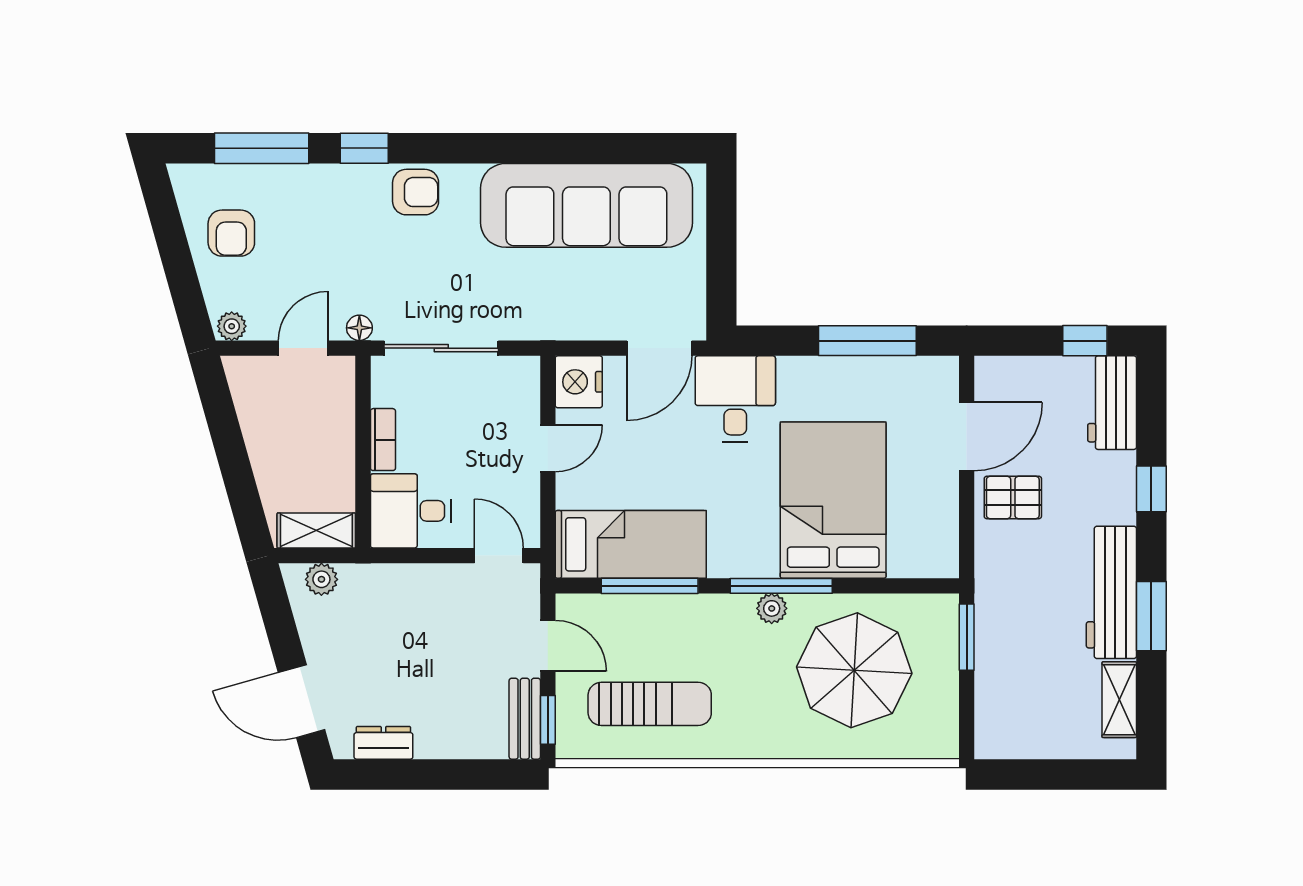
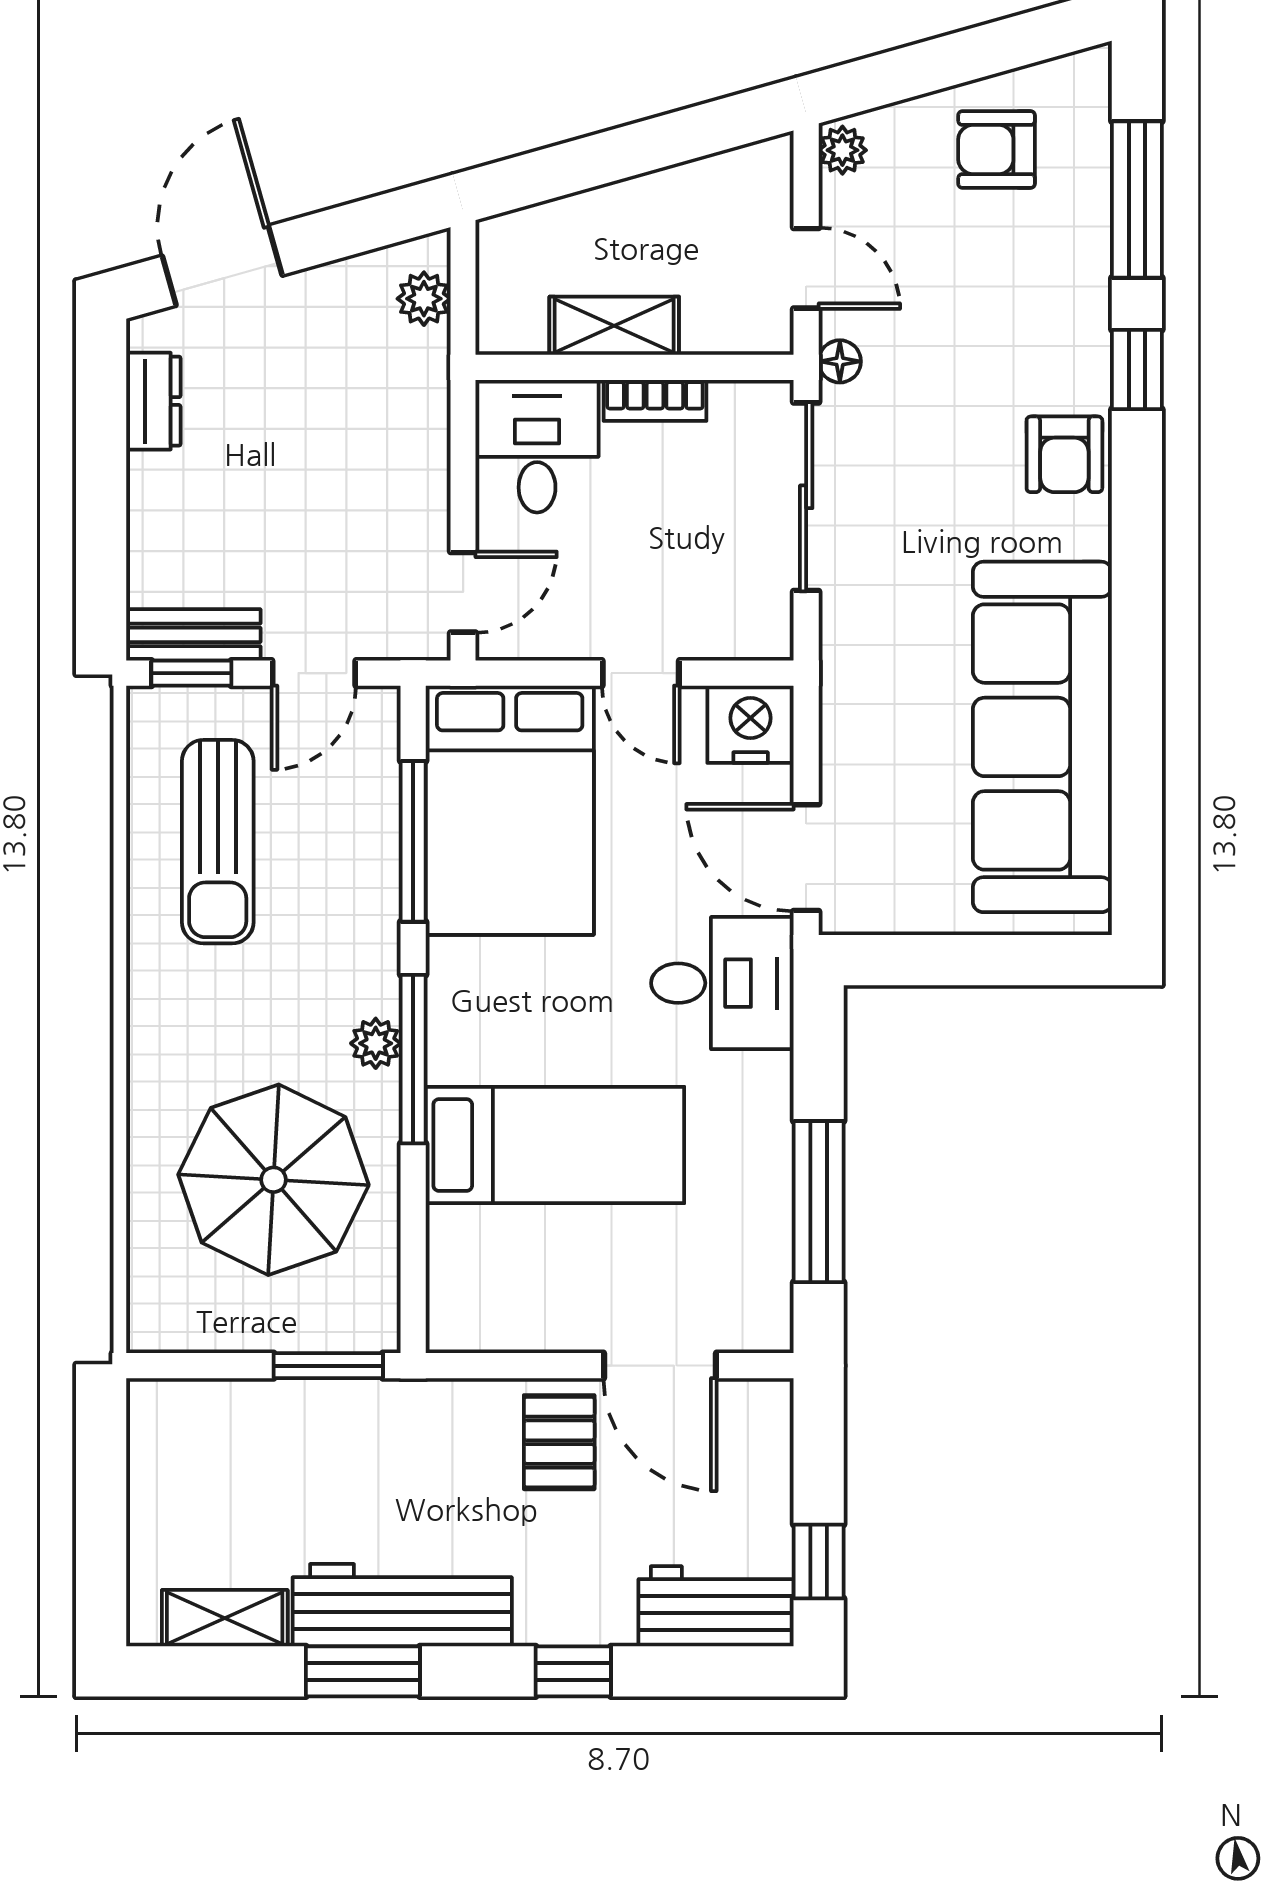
bed: (833, 500) -> (555, 1145), width x0.67
shelving: (316, 530) -> (614, 326), moved, turned 90
bed: (631, 544) -> (510, 810), width x1.50

